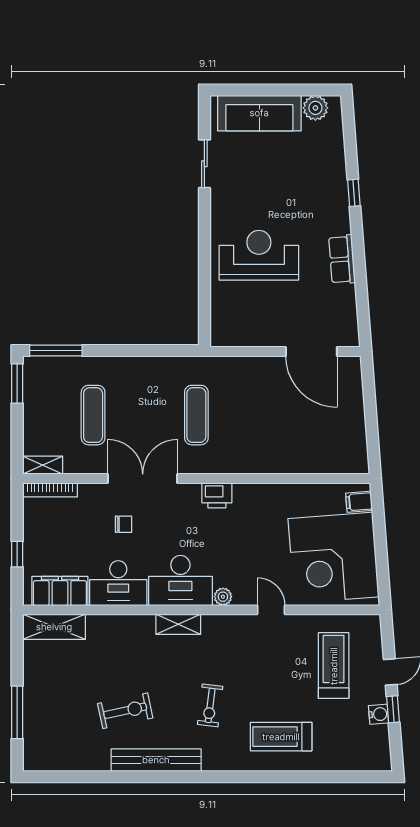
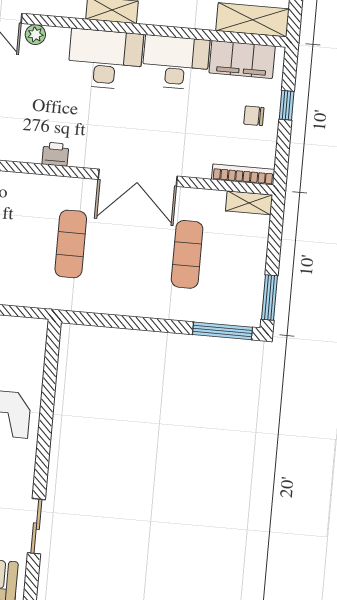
printer: (217, 495) -> (55, 154), width x0.73, depth x0.81
chair: (123, 524) -> (254, 116), moved
plant: (223, 597) -> (35, 35), moved

